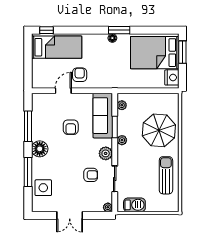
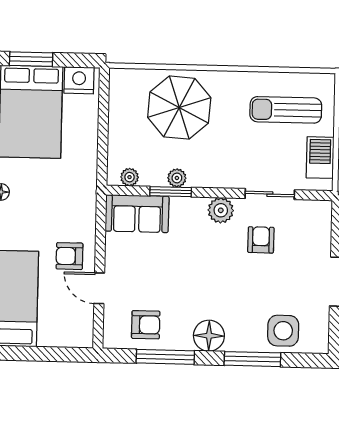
sofa: (103, 116) -> (137, 214), width x0.73
armchair: (71, 127) -> (146, 325), moved
plant: (122, 140) -> (177, 178), moved
sun lounger: (166, 175) -> (286, 110), moved
plant: (108, 207) -> (323, 209), removed

